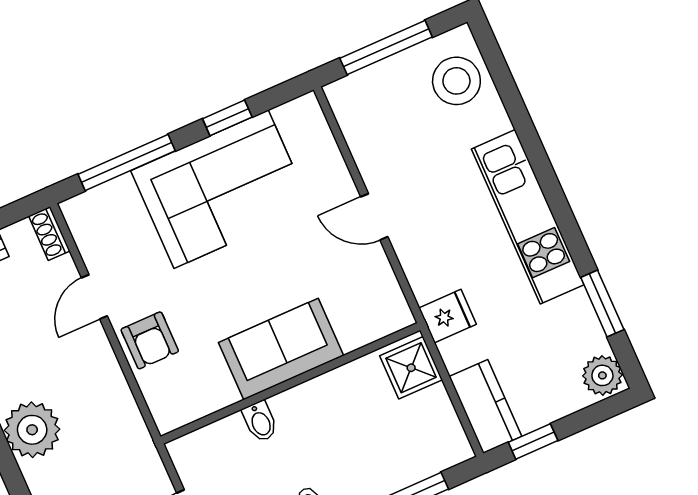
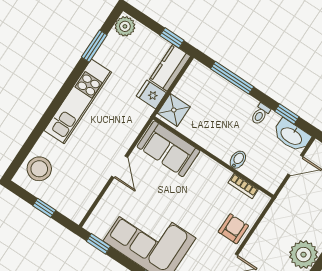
window: (386, 48) -> (44, 208), width x0.46
window: (227, 118) -> (98, 244), moved
fridge: (448, 316) -> (151, 94), moved
sofa: (281, 349) -> (168, 149), moved
bookcase: (210, 402) -> (243, 186), added

